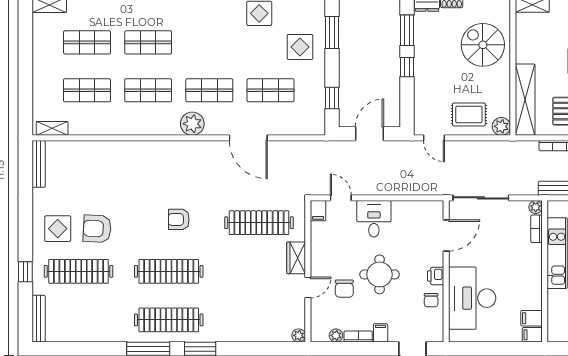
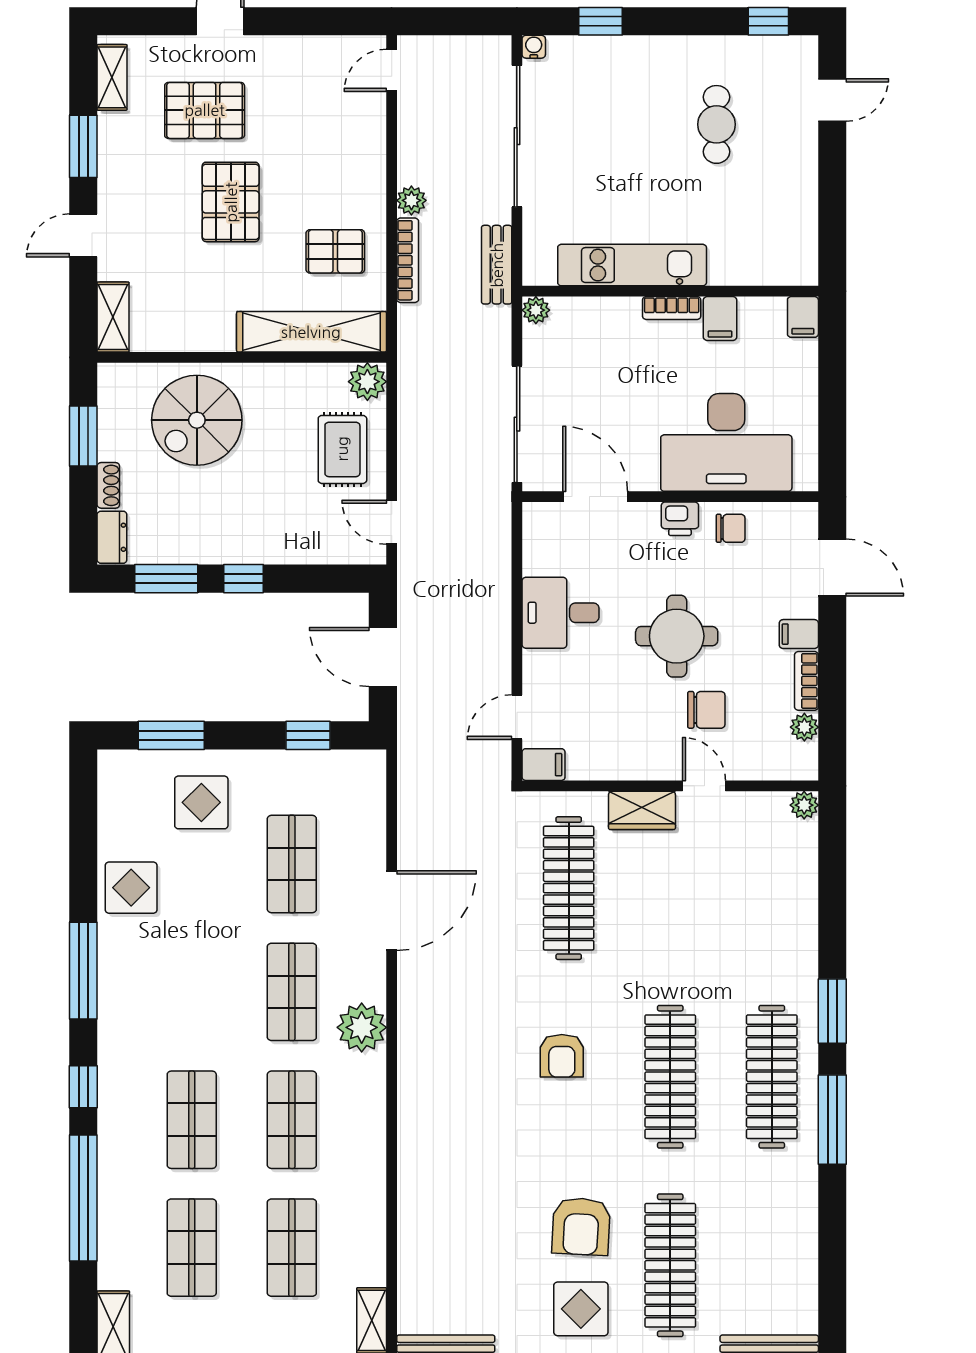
door: (434, 138) -> (392, 522), swing flipped
desk: (374, 219) -> (561, 613), moved
bookcase: (537, 229) -> (672, 308), moved
filing cabinet: (532, 318) -> (720, 319), moved

